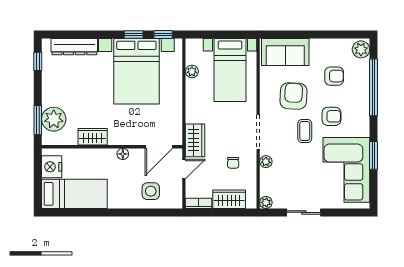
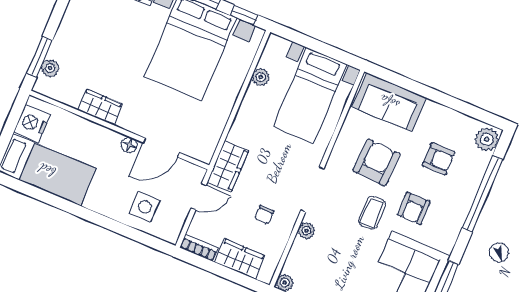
armchair: (331, 116) -> (414, 208), turned 90
plant: (54, 119) -> (50, 68), width x0.53, depth x0.53
door: (159, 147) -> (161, 148), moved

